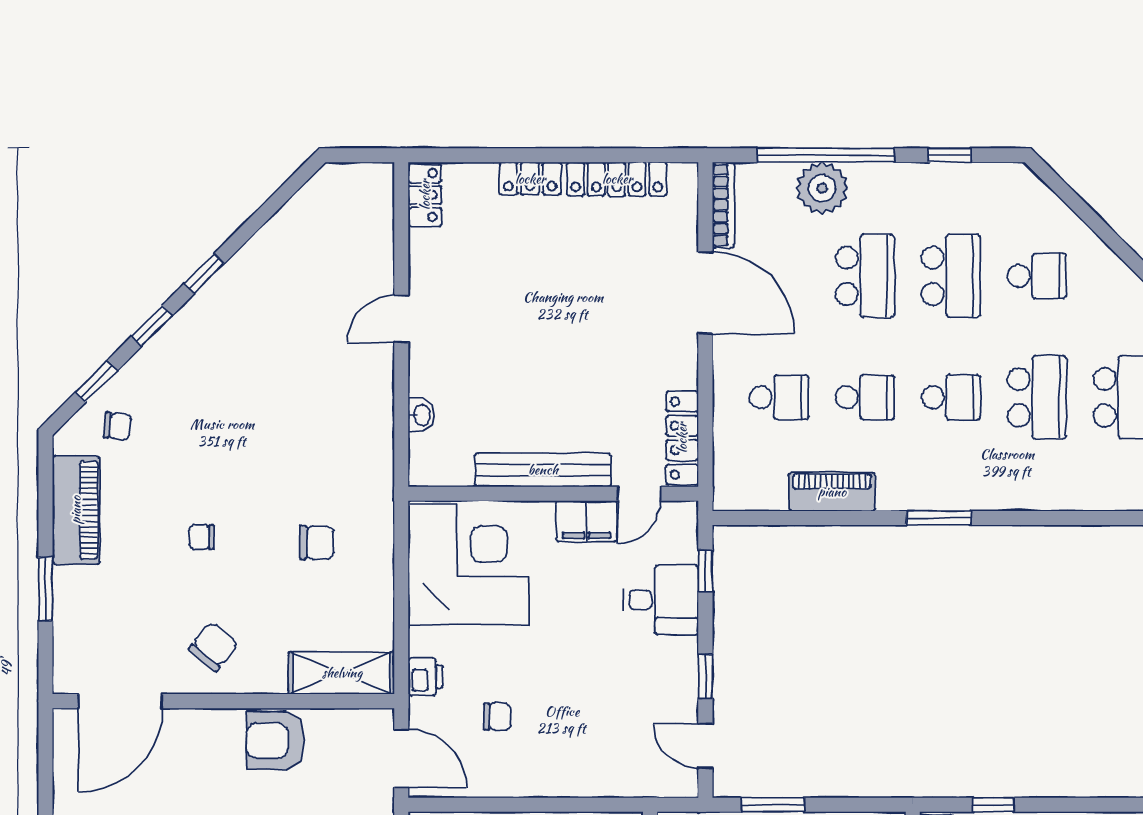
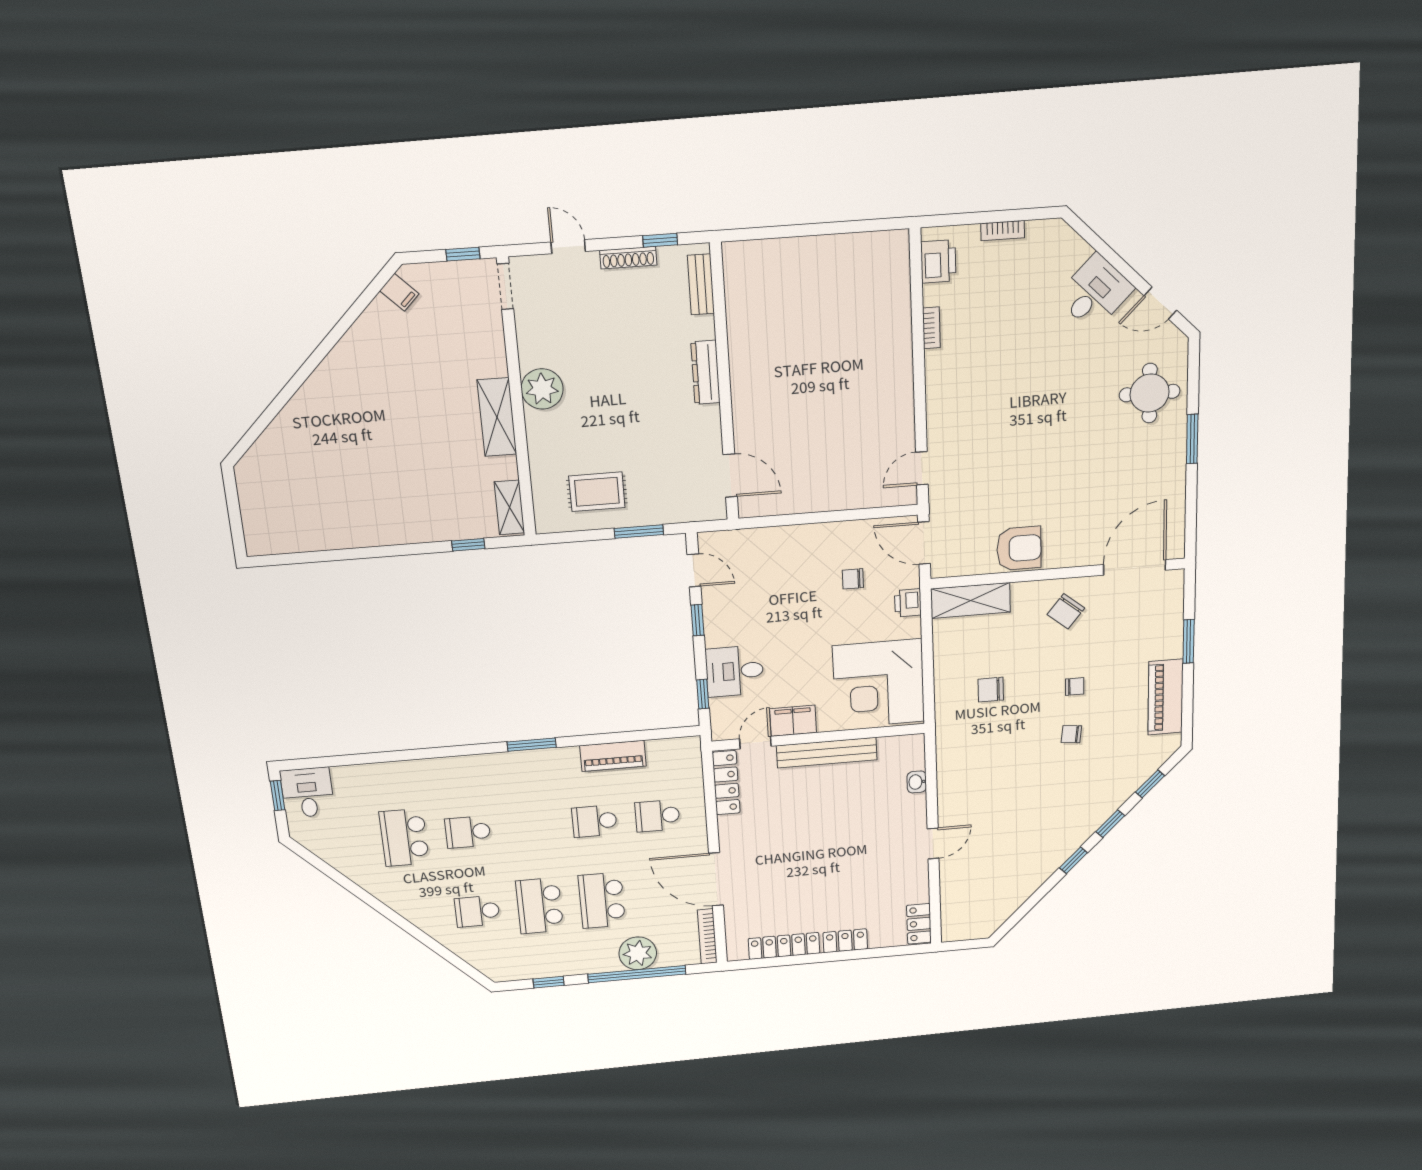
school desk: (951, 397) -> (531, 827), removed
school desk: (1037, 397) -> (468, 832), width x0.54
chair: (118, 426) -> (1071, 734), moved

